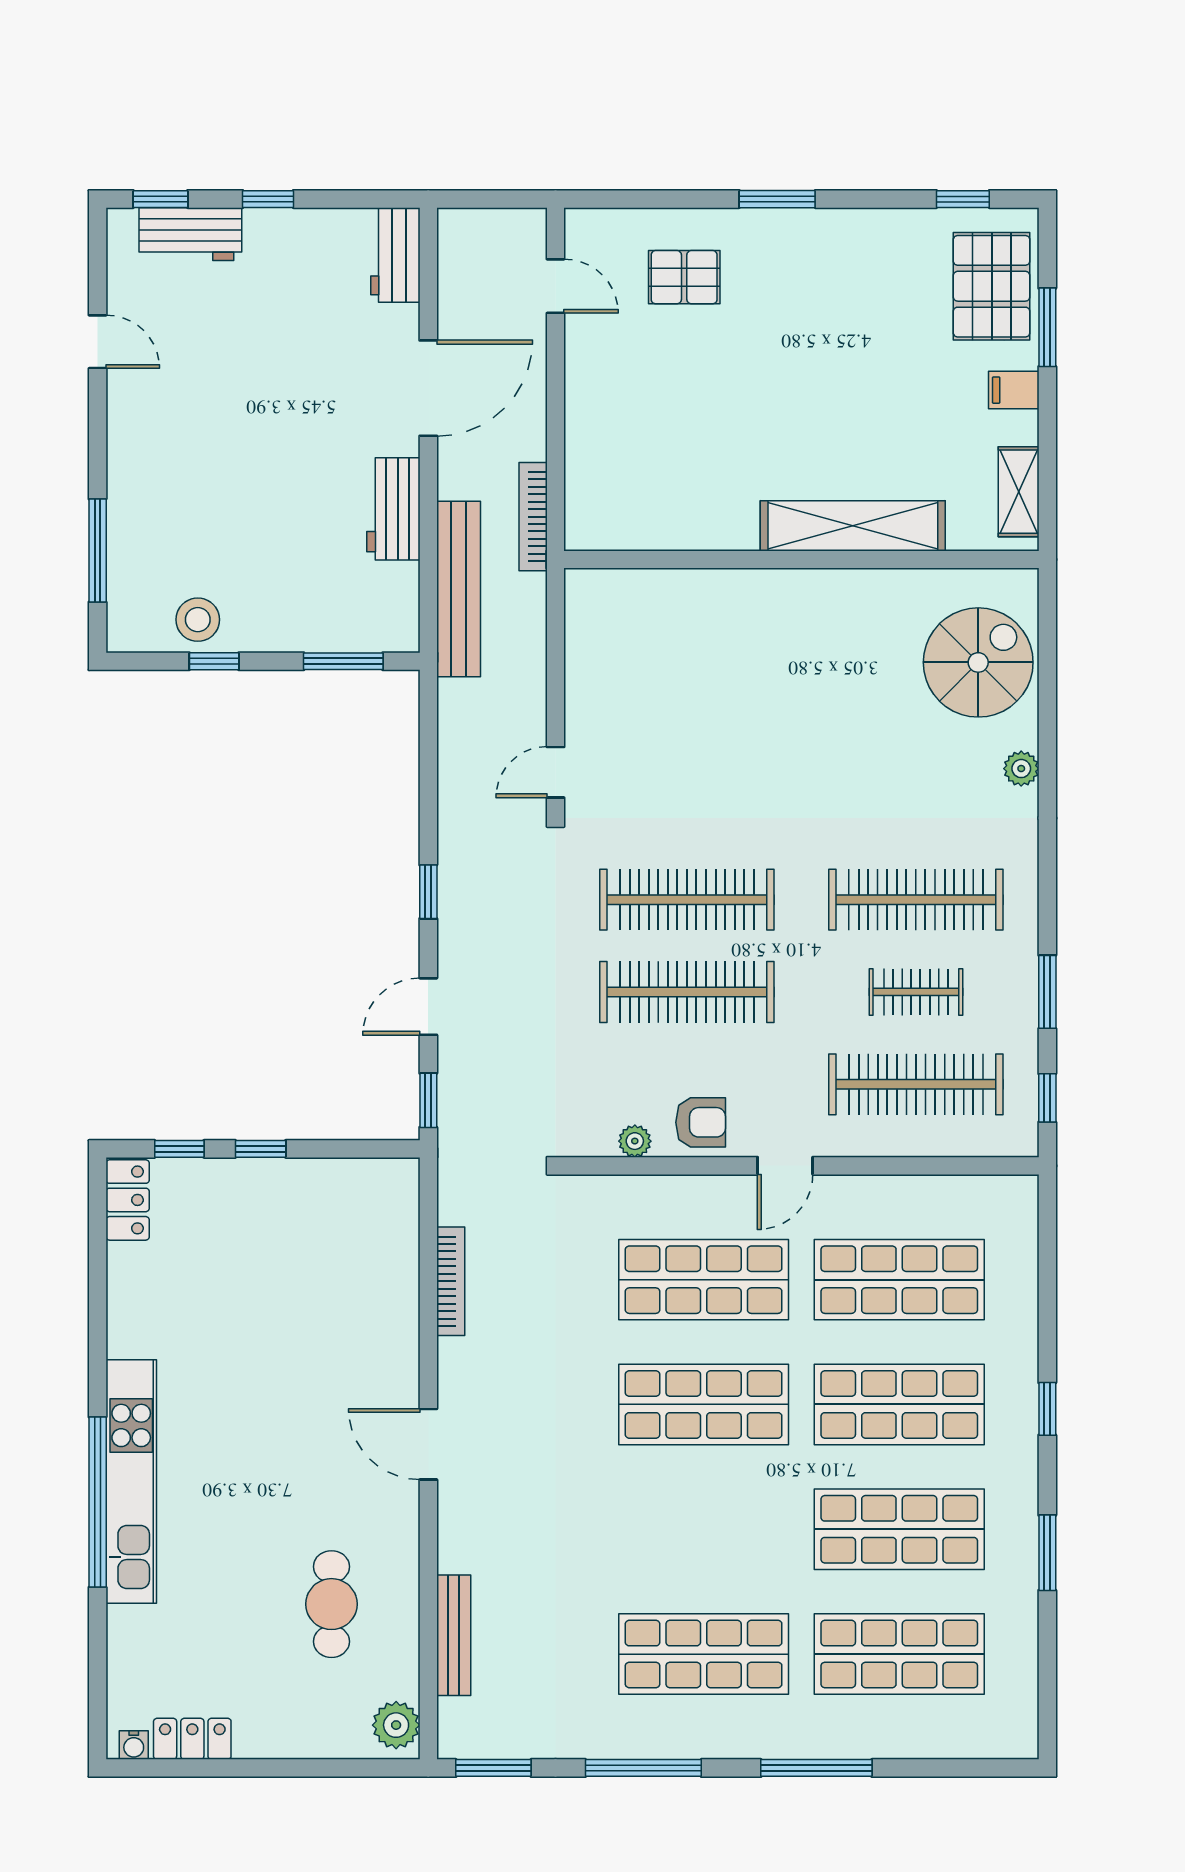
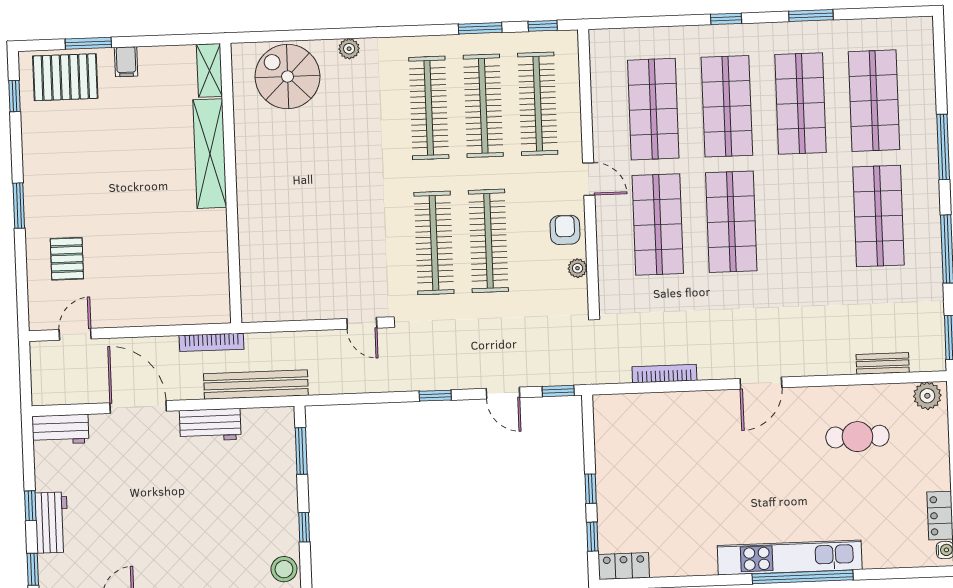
workbench: (190, 234) -> (52, 523), moved
shelving: (1019, 492) -> (209, 70), moved, turned 90
stool: (198, 620) -> (284, 569), moved
clothes rail: (916, 992) -> (483, 106), width x1.86, depth x1.31
bench: (454, 1635) -> (883, 363), width x0.73

